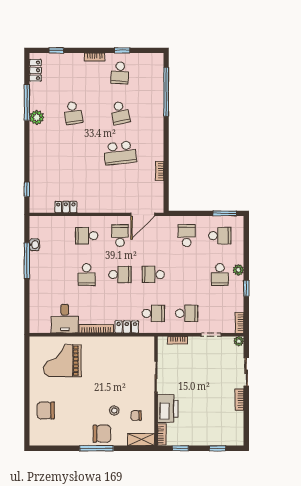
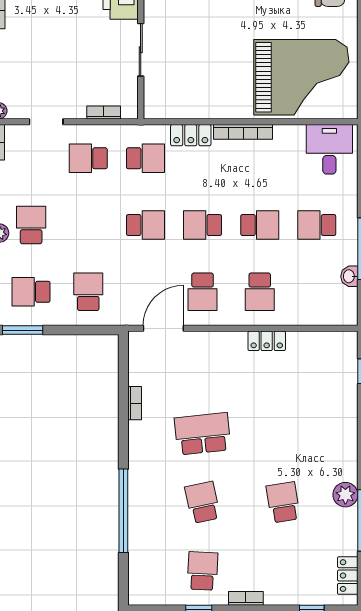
window: (166, 92) -> (123, 511), moved
locker: (66, 207) -> (267, 341), moved
school desk: (87, 236) -> (260, 292), turned 90
school desk: (187, 236) -> (88, 292), turned 180
school desk: (53, 275) -> (317, 225), added
school desk: (87, 275) -> (260, 225), turned 90
school desk: (153, 313) -> (145, 158), turned 180
desk: (65, 319) -> (329, 149), moved
grand piano: (62, 361) -> (301, 77), width x1.37, depth x1.48

